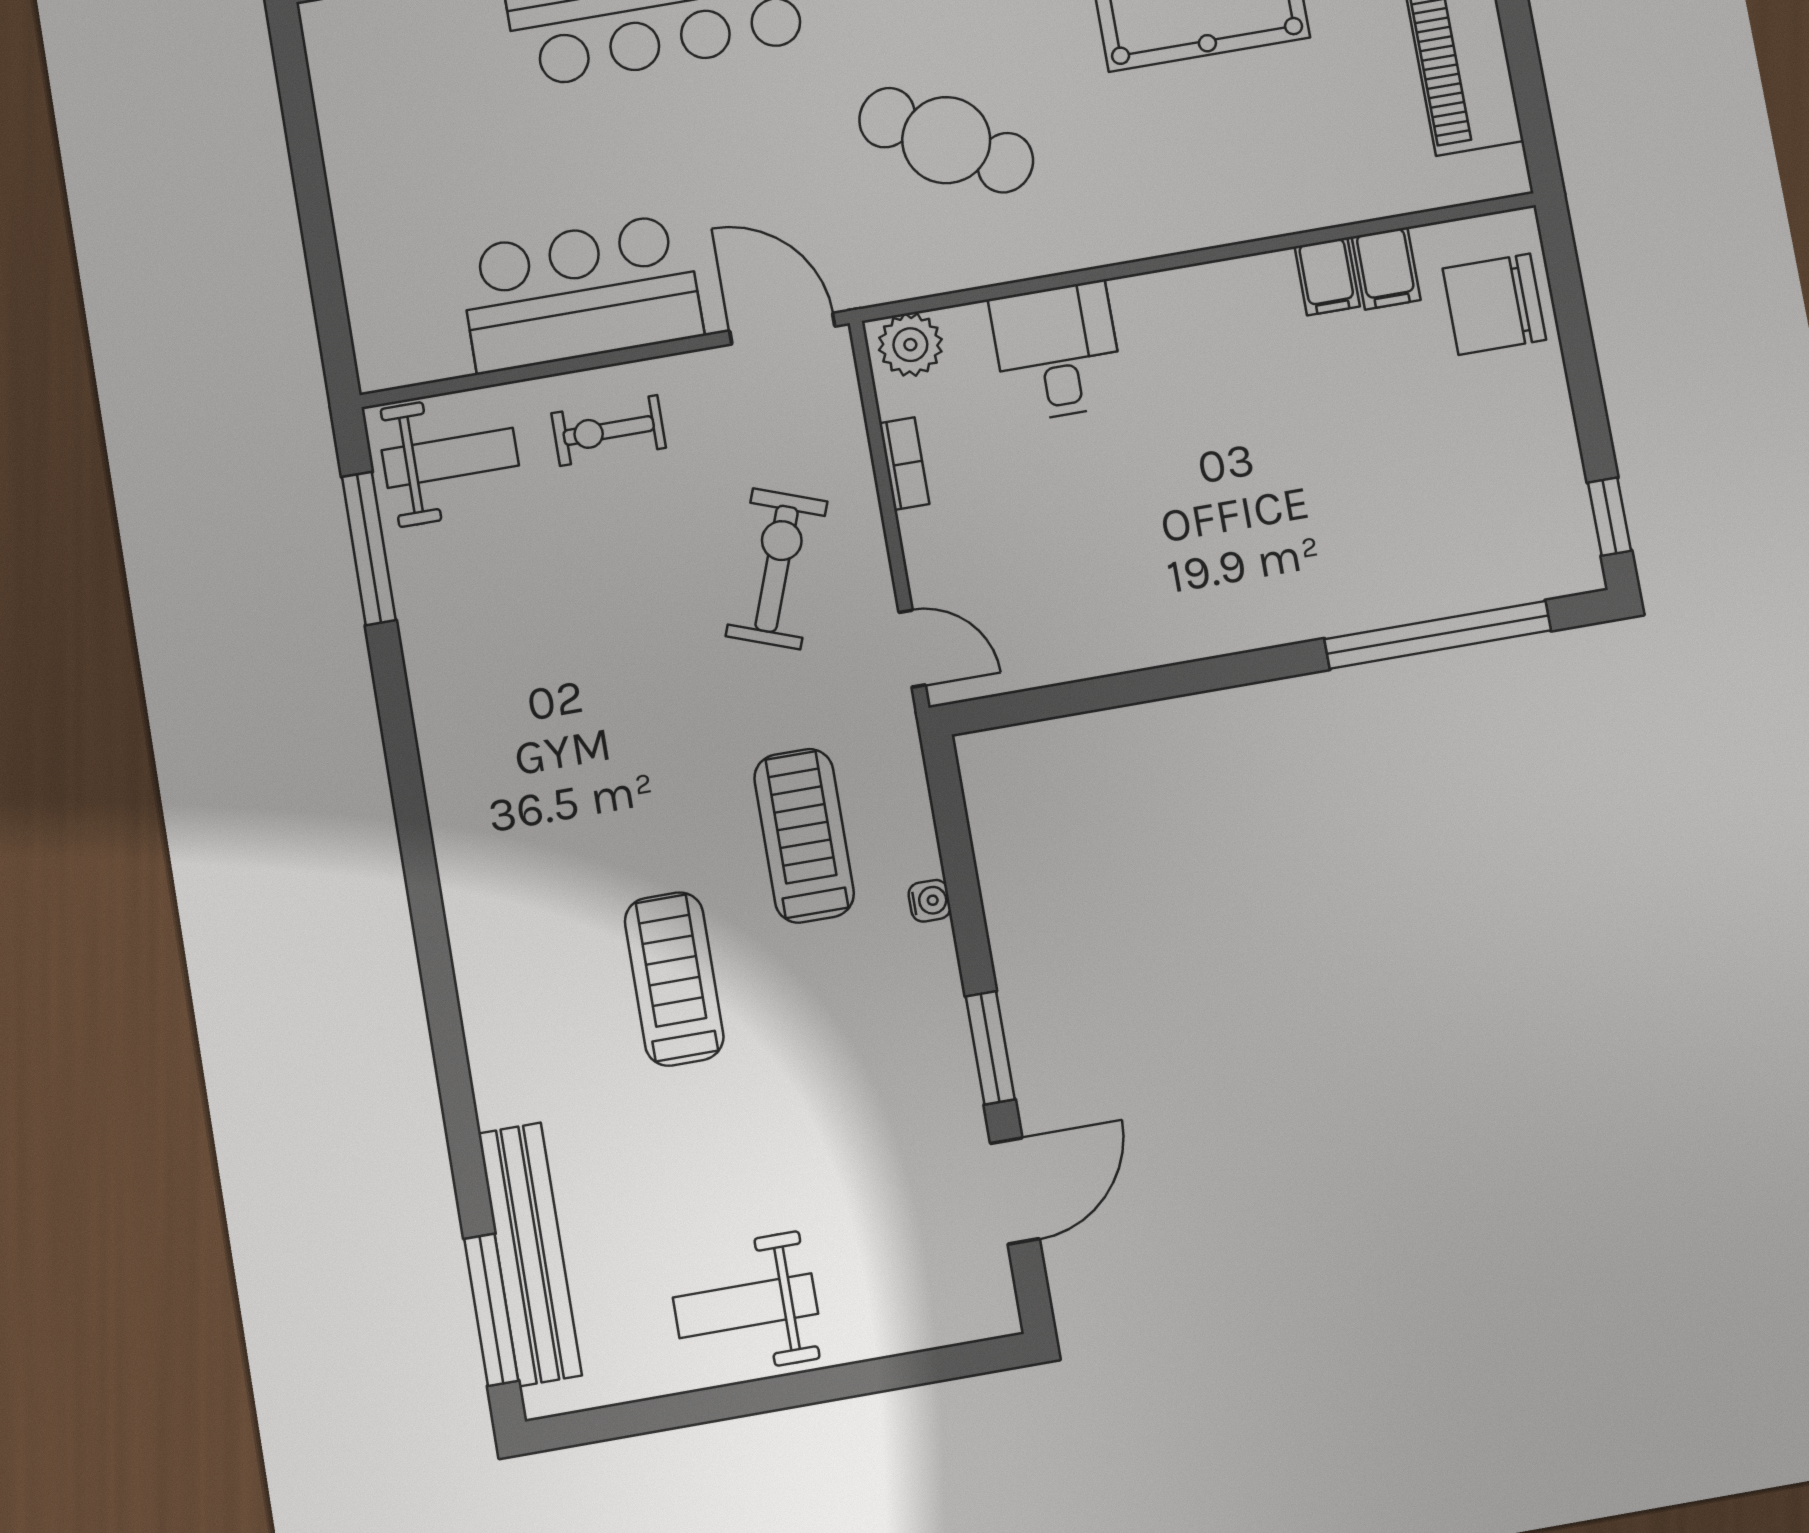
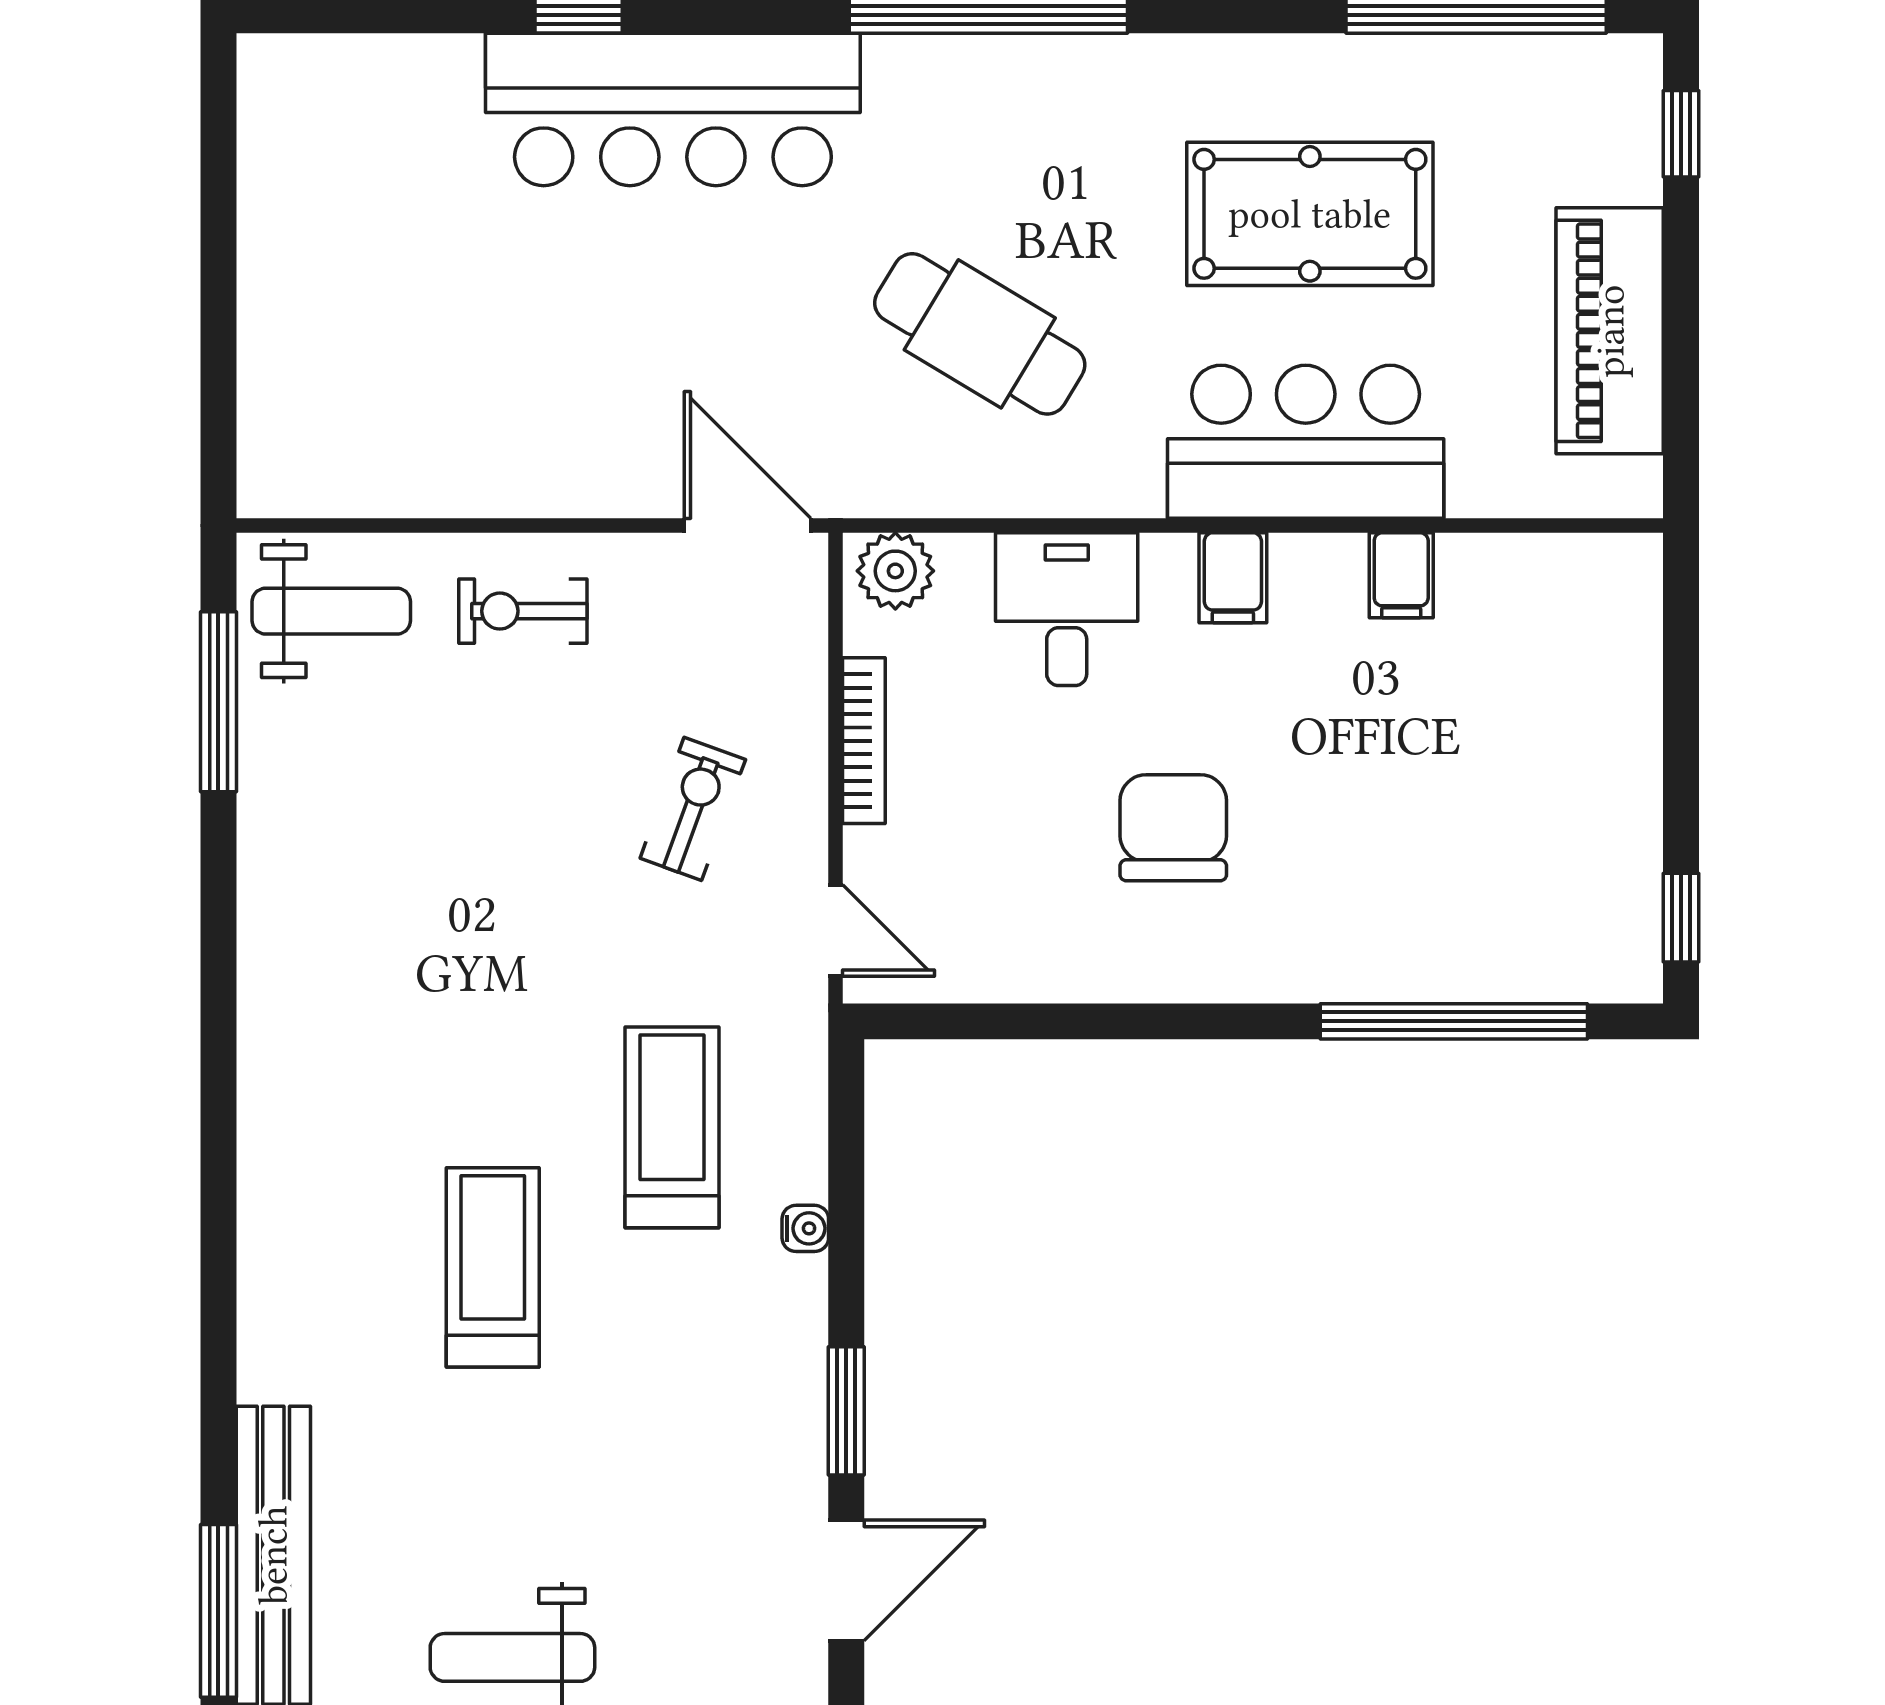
filing cabinet: (1386, 268) -> (1233, 578), moved
bar counter: (581, 293) -> (1306, 442), moved
chair: (1494, 304) -> (1173, 828), moved, turned 90
bookcase: (904, 464) -> (864, 741), width x1.56
exercise bike: (777, 569) -> (693, 809), width x0.73, depth x0.72

